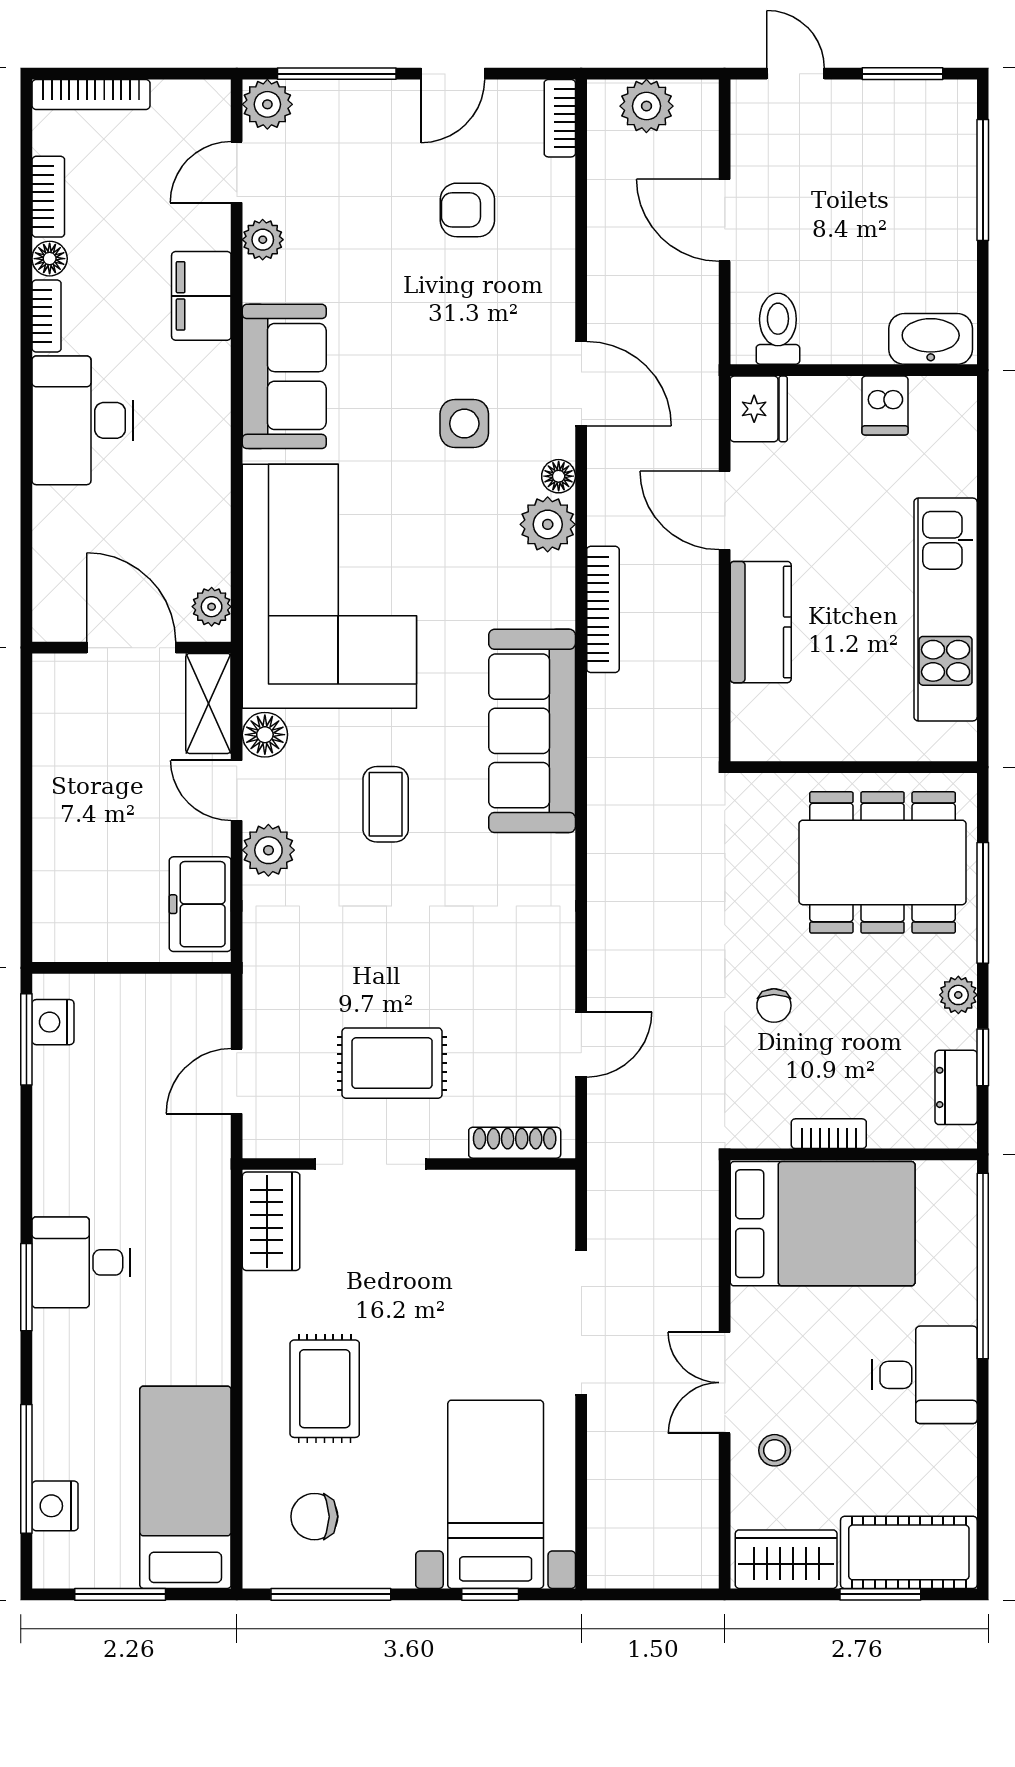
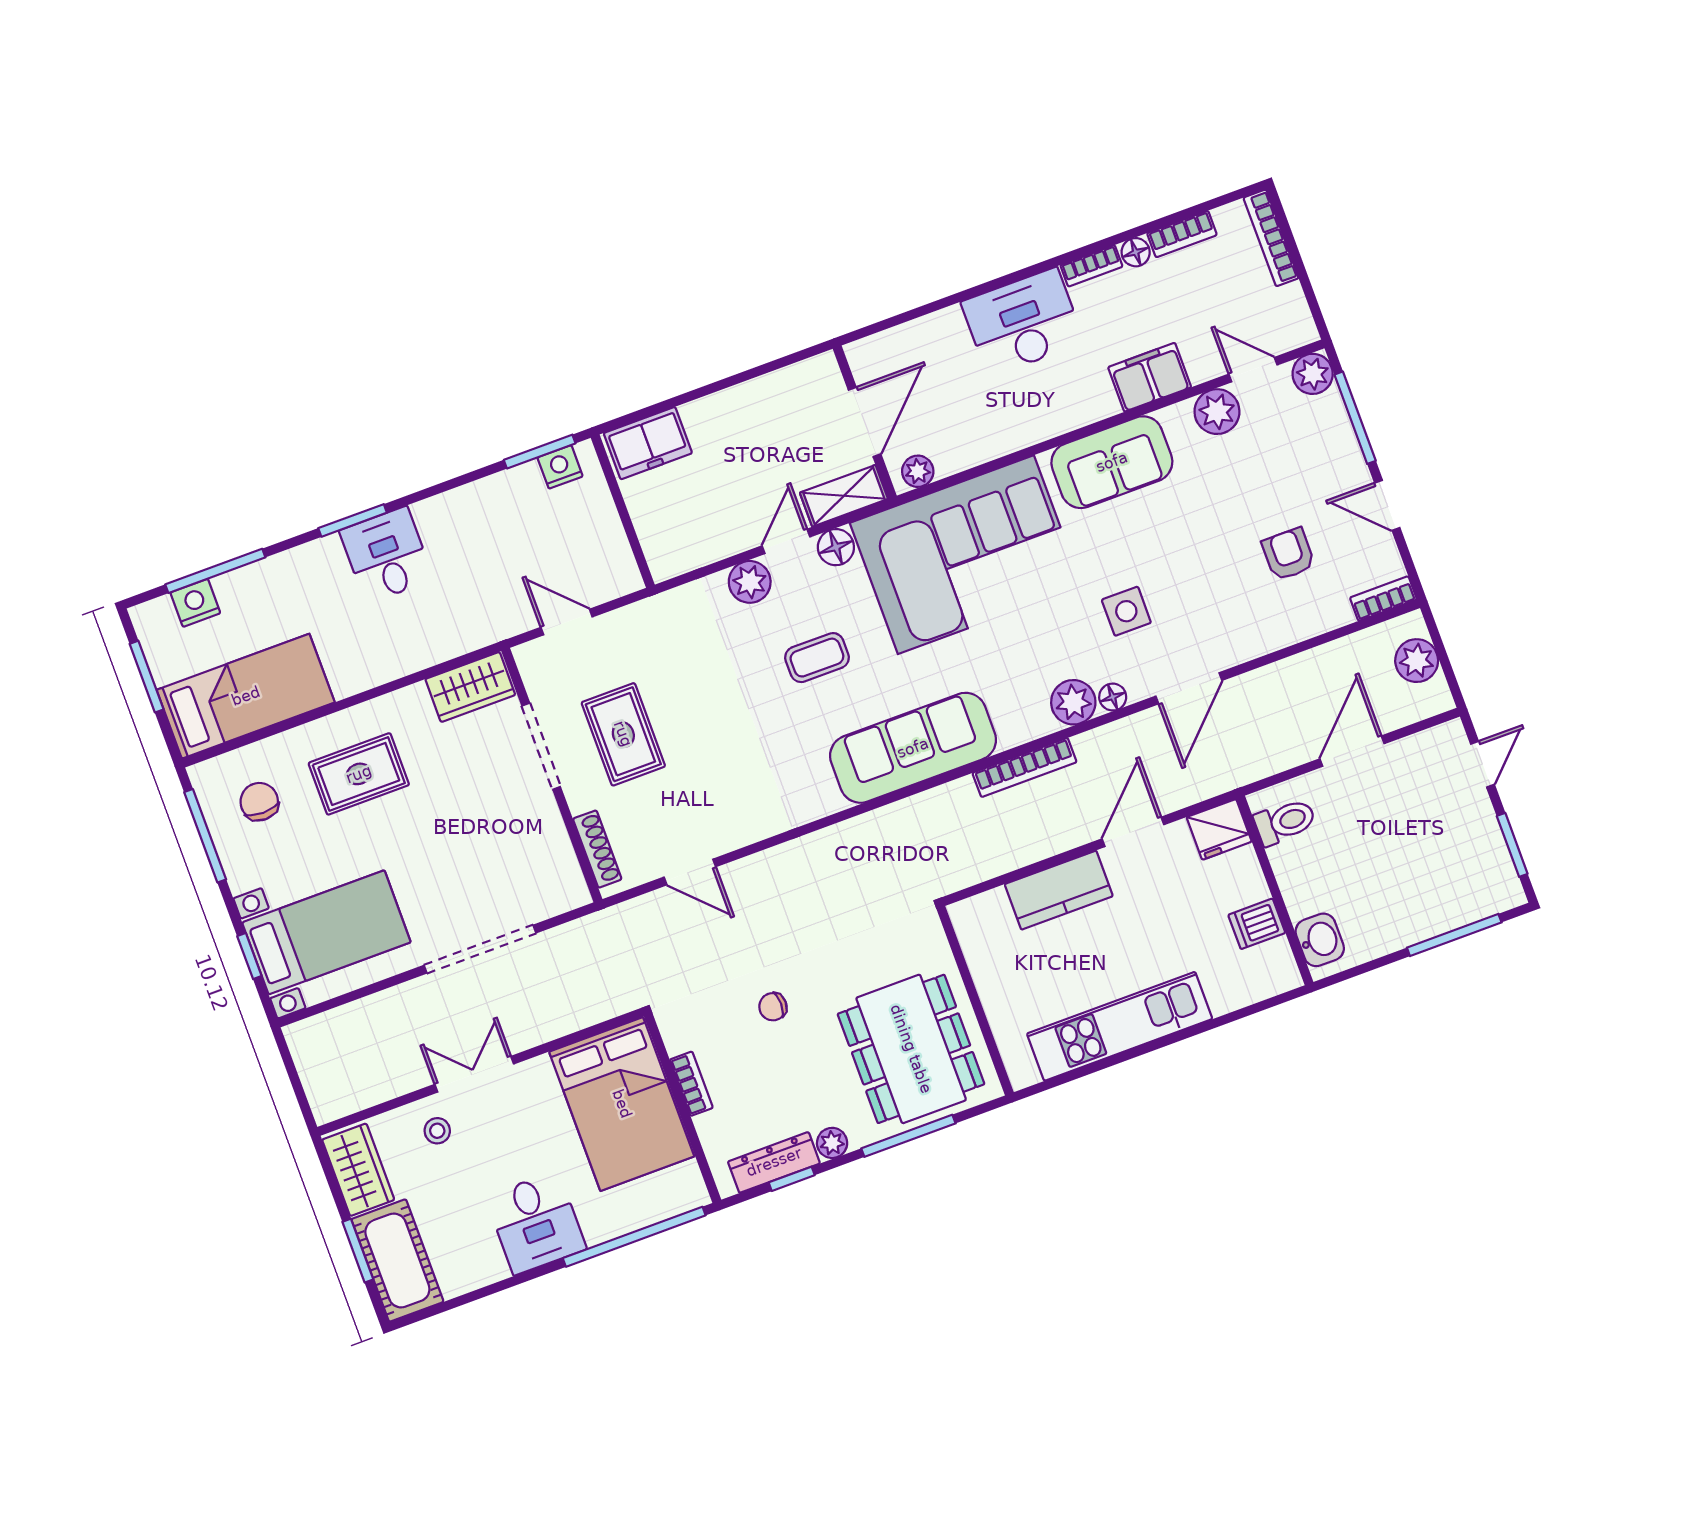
plant: (263, 240) -> (1217, 412), width x1.38, depth x1.38
washbasin: (931, 339) -> (1320, 940), width x0.72
freezer: (200, 904) -> (648, 443), moved, turned 180
dresser: (956, 1087) -> (774, 1162), width x1.44

